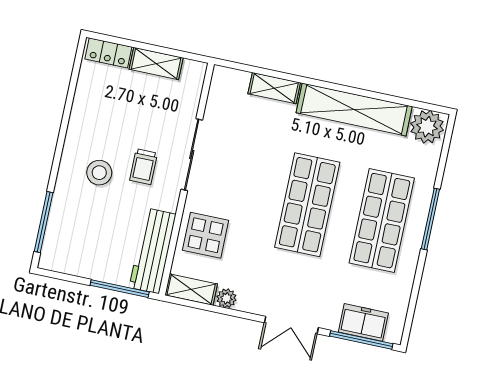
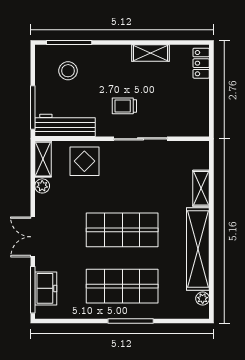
shelving: (156, 63) -> (150, 53), moved, turned 90
plant: (427, 127) -> (203, 299), width x0.53, depth x0.53
stool: (99, 173) -> (68, 71), moved

